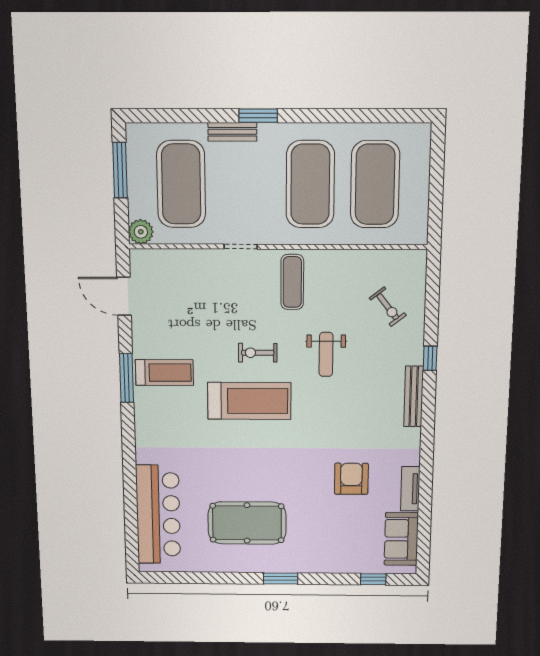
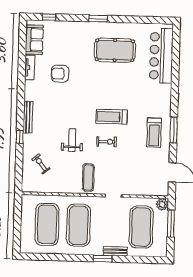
window: (120, 170) -> (171, 224), moved
treadmill: (164, 373) -> (154, 133), turned -90
treadmill: (249, 401) -> (112, 117), width x0.73, depth x0.73
armchair: (351, 479) -> (60, 74), turned 90

